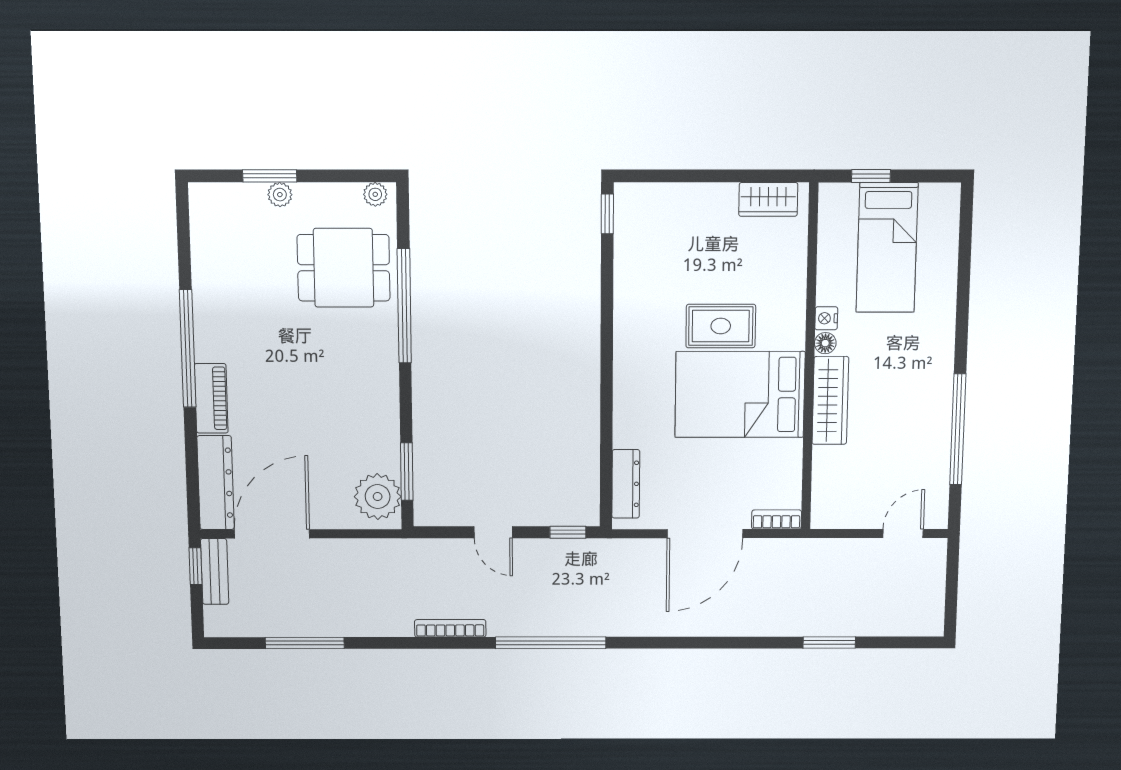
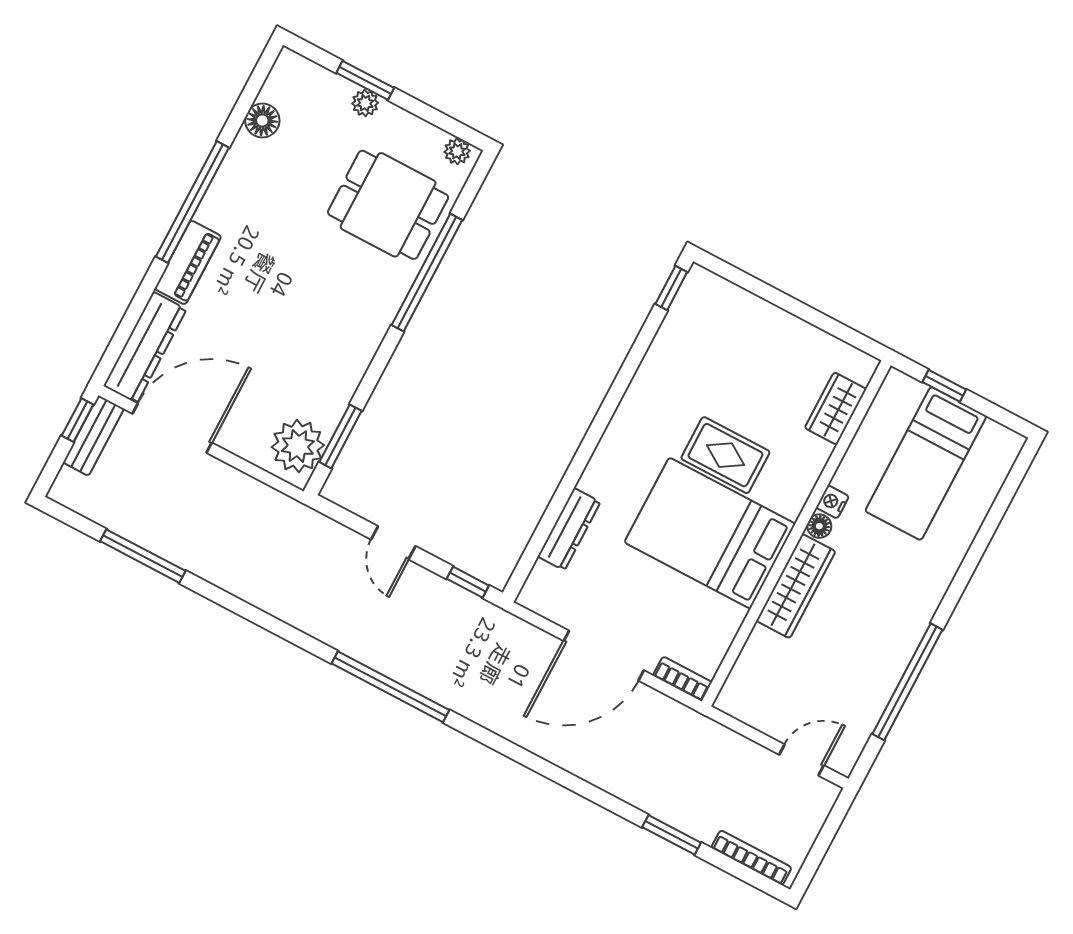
wardrobe: (768, 199) -> (836, 408), moved, turned 90
floor lamp: (206, 253) -> (262, 120), added
dresser: (626, 484) -> (569, 529), moved
bookcase: (450, 628) -> (751, 858), moved

